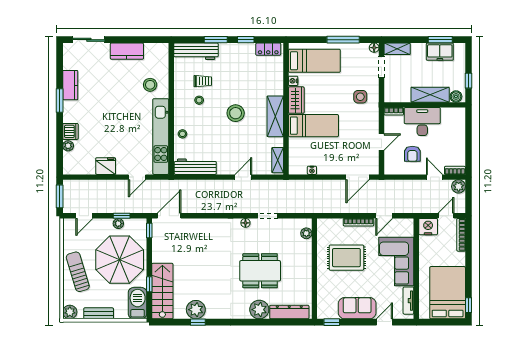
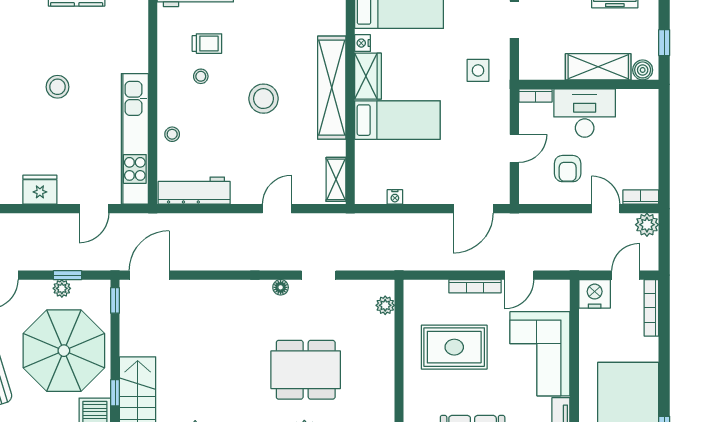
stool: (150, 85) -> (58, 87), moved
shelving: (275, 116) -> (332, 88), width x1.47

